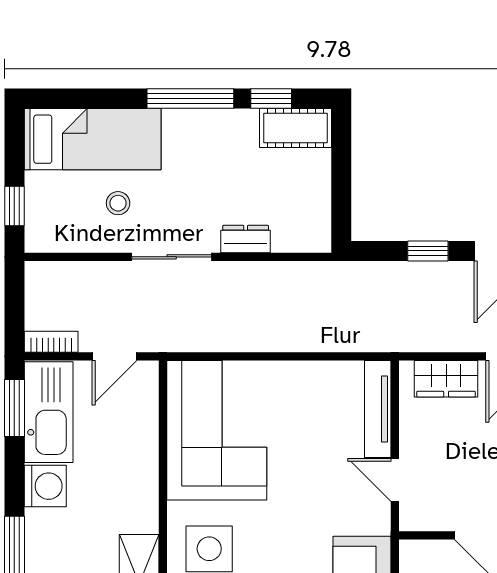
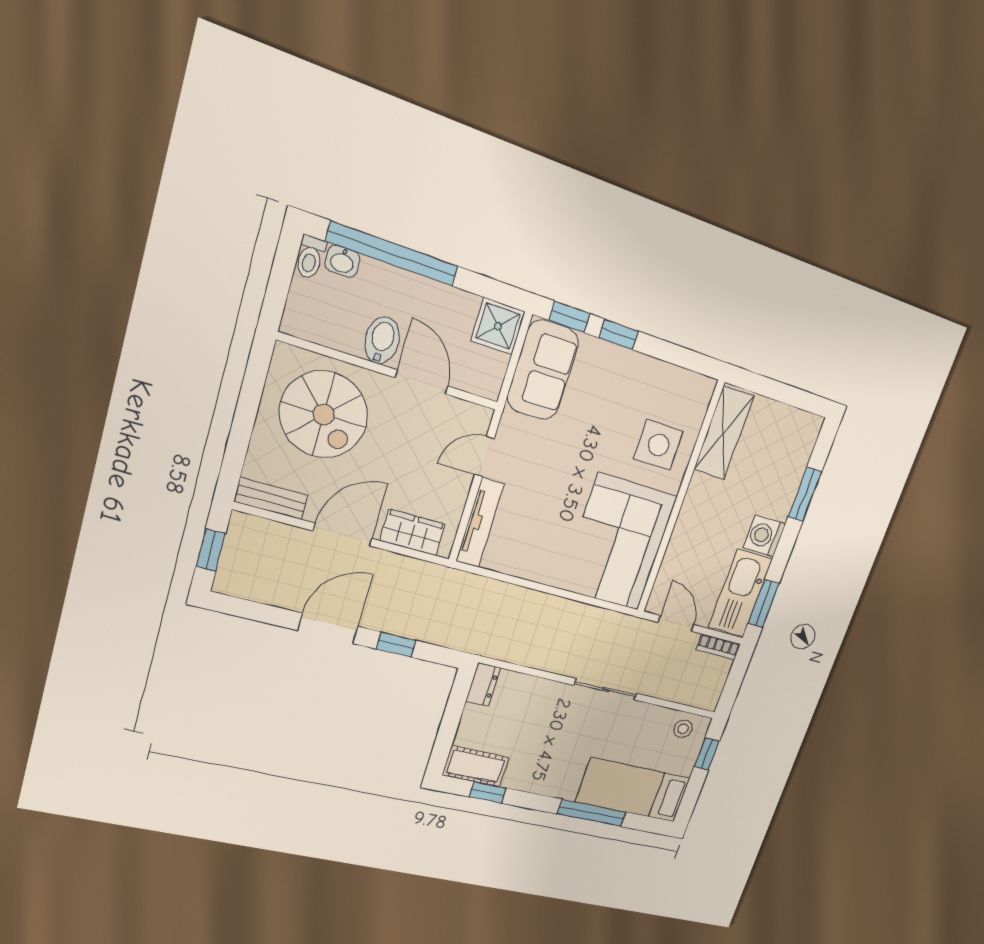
window: (190, 99) -> (592, 813), moved
stool: (118, 203) -> (683, 729), moved
dresser: (246, 239) -> (483, 685), moved, turned -90
door: (115, 356) -> (676, 623), hinge flipped
door: (395, 480) -> (484, 457), swing flipped

